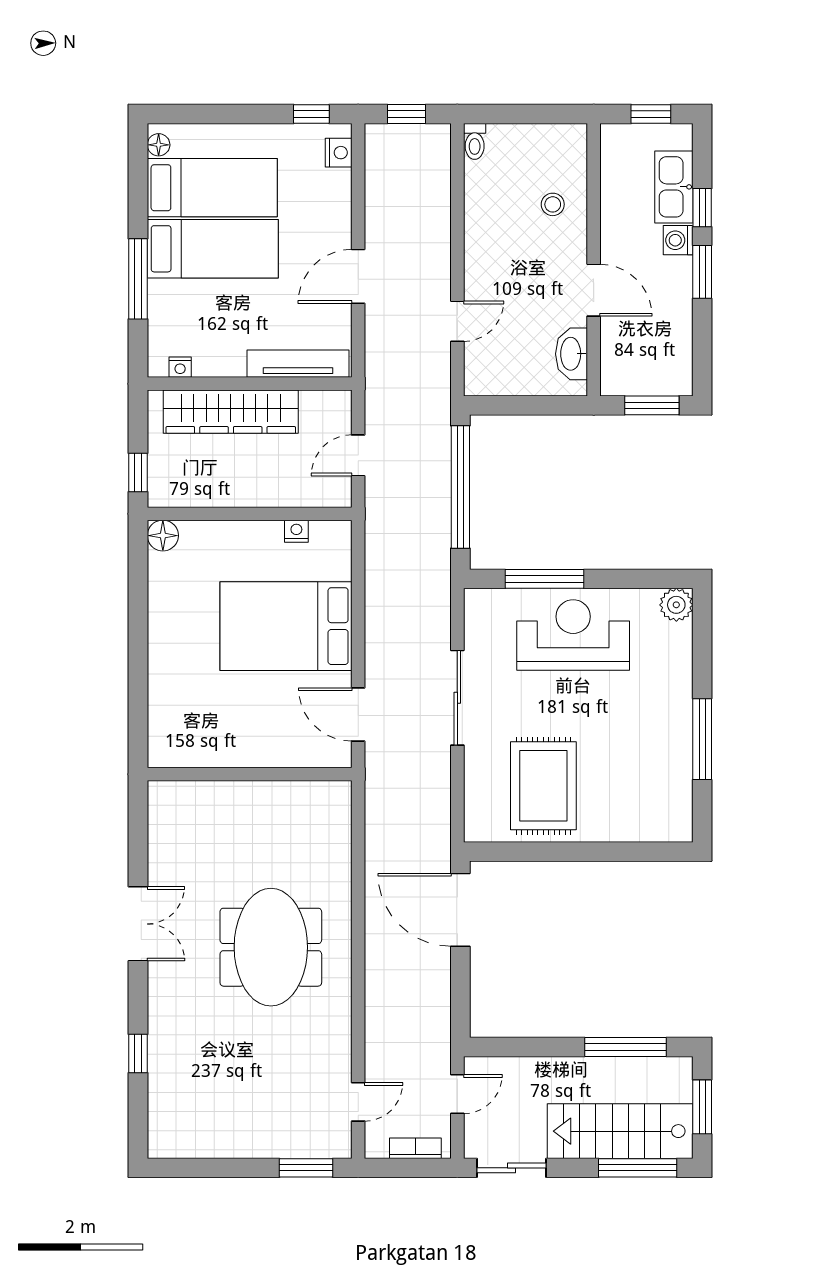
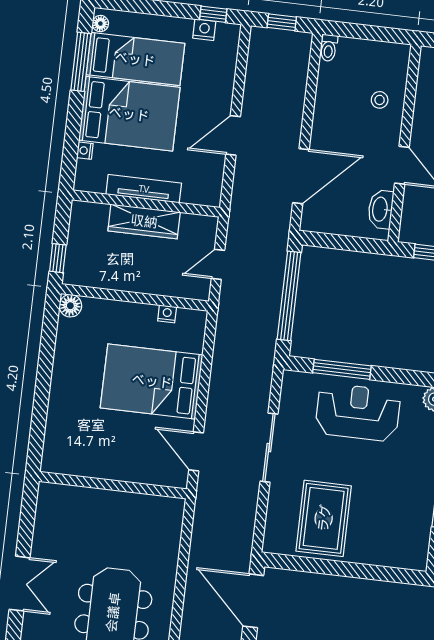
nightstand: (339, 153) -> (204, 30), moved, turned -90
bed: (213, 249) -> (129, 114), width x1.50
window: (138, 279) -> (81, 62), moved
door: (457, 321) -> (301, 176), width x1.87
tv unit: (298, 364) -> (144, 189), moved
nightstand: (180, 367) -> (85, 151), moved, turned 90
wardrobe: (231, 412) -> (144, 221), width x0.71, depth x0.85

